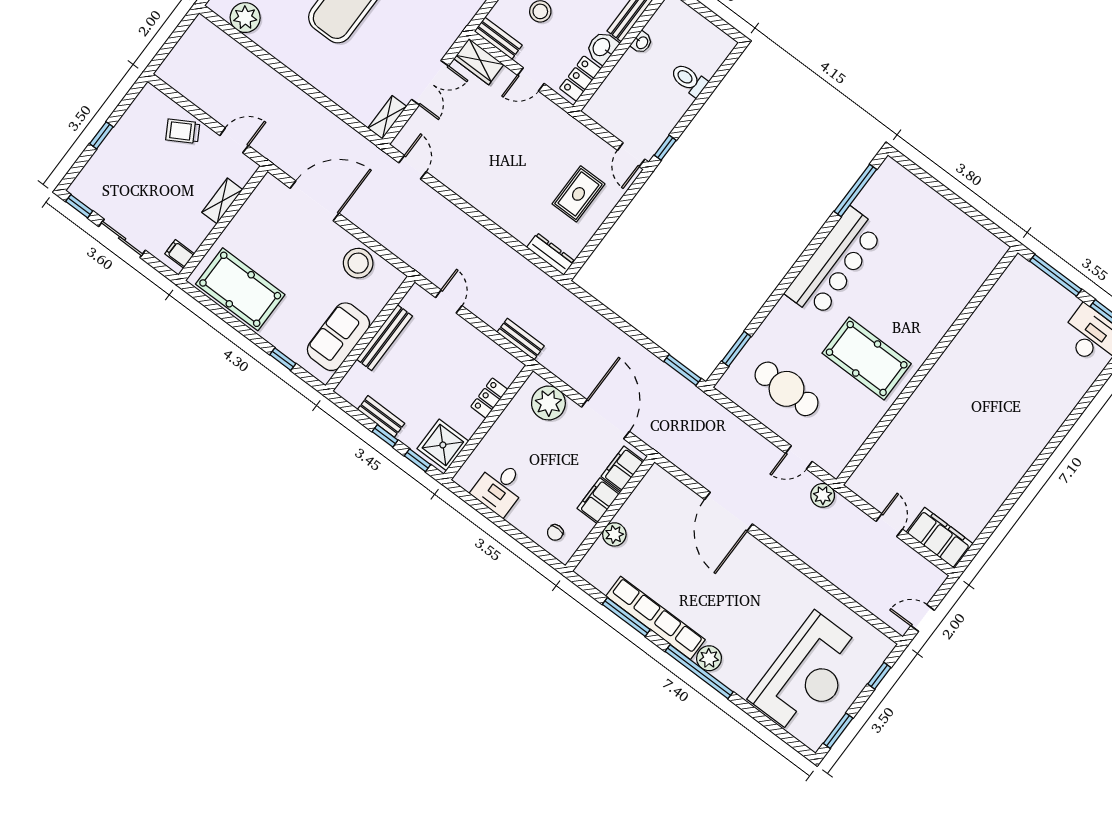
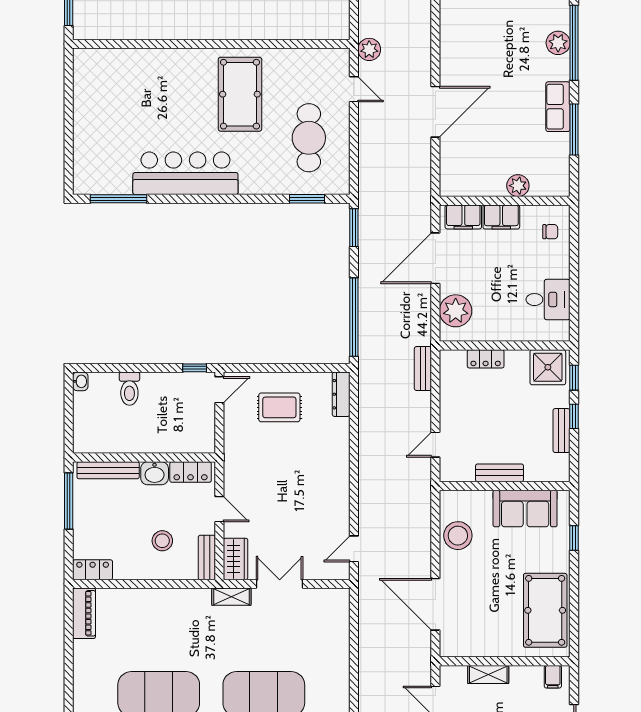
washbasin: (642, 43) -> (80, 381), moved, turned 90
shelving: (387, 117) -> (231, 597), moved
window: (607, 314) -> (354, 317), added
bench: (385, 338) -> (499, 473), width x0.73
row of seats: (655, 618) -> (558, 107), width x0.50

